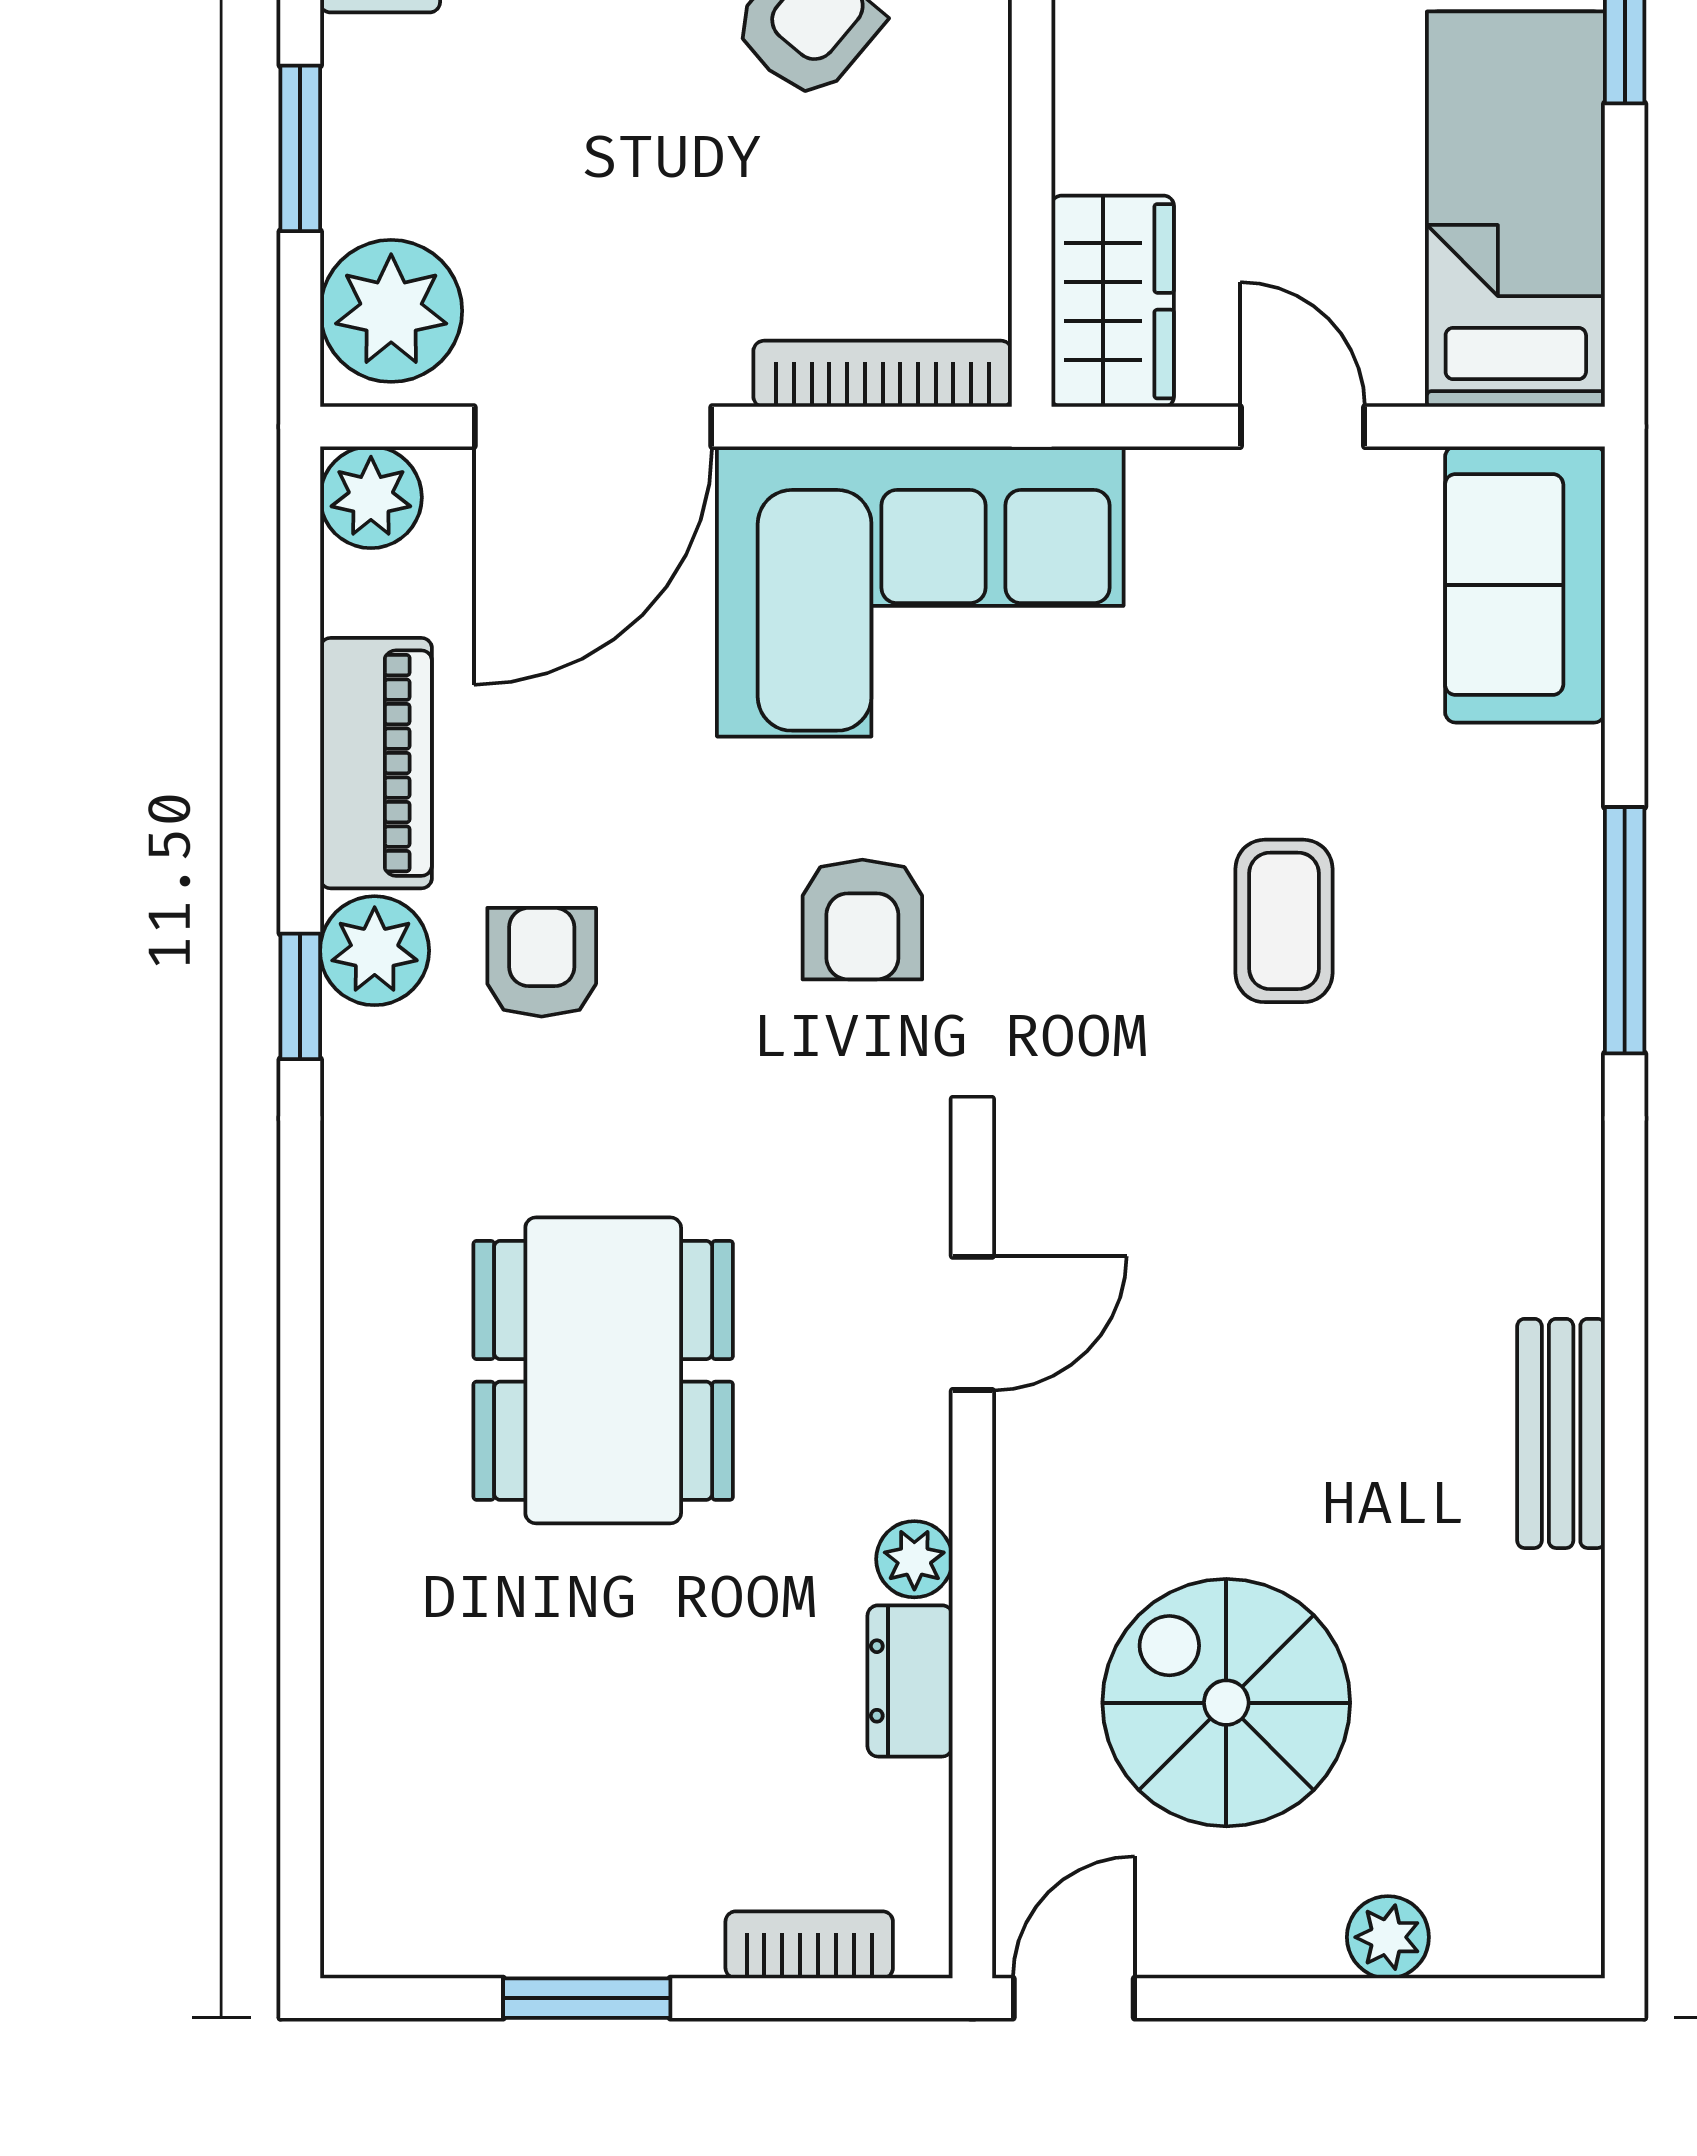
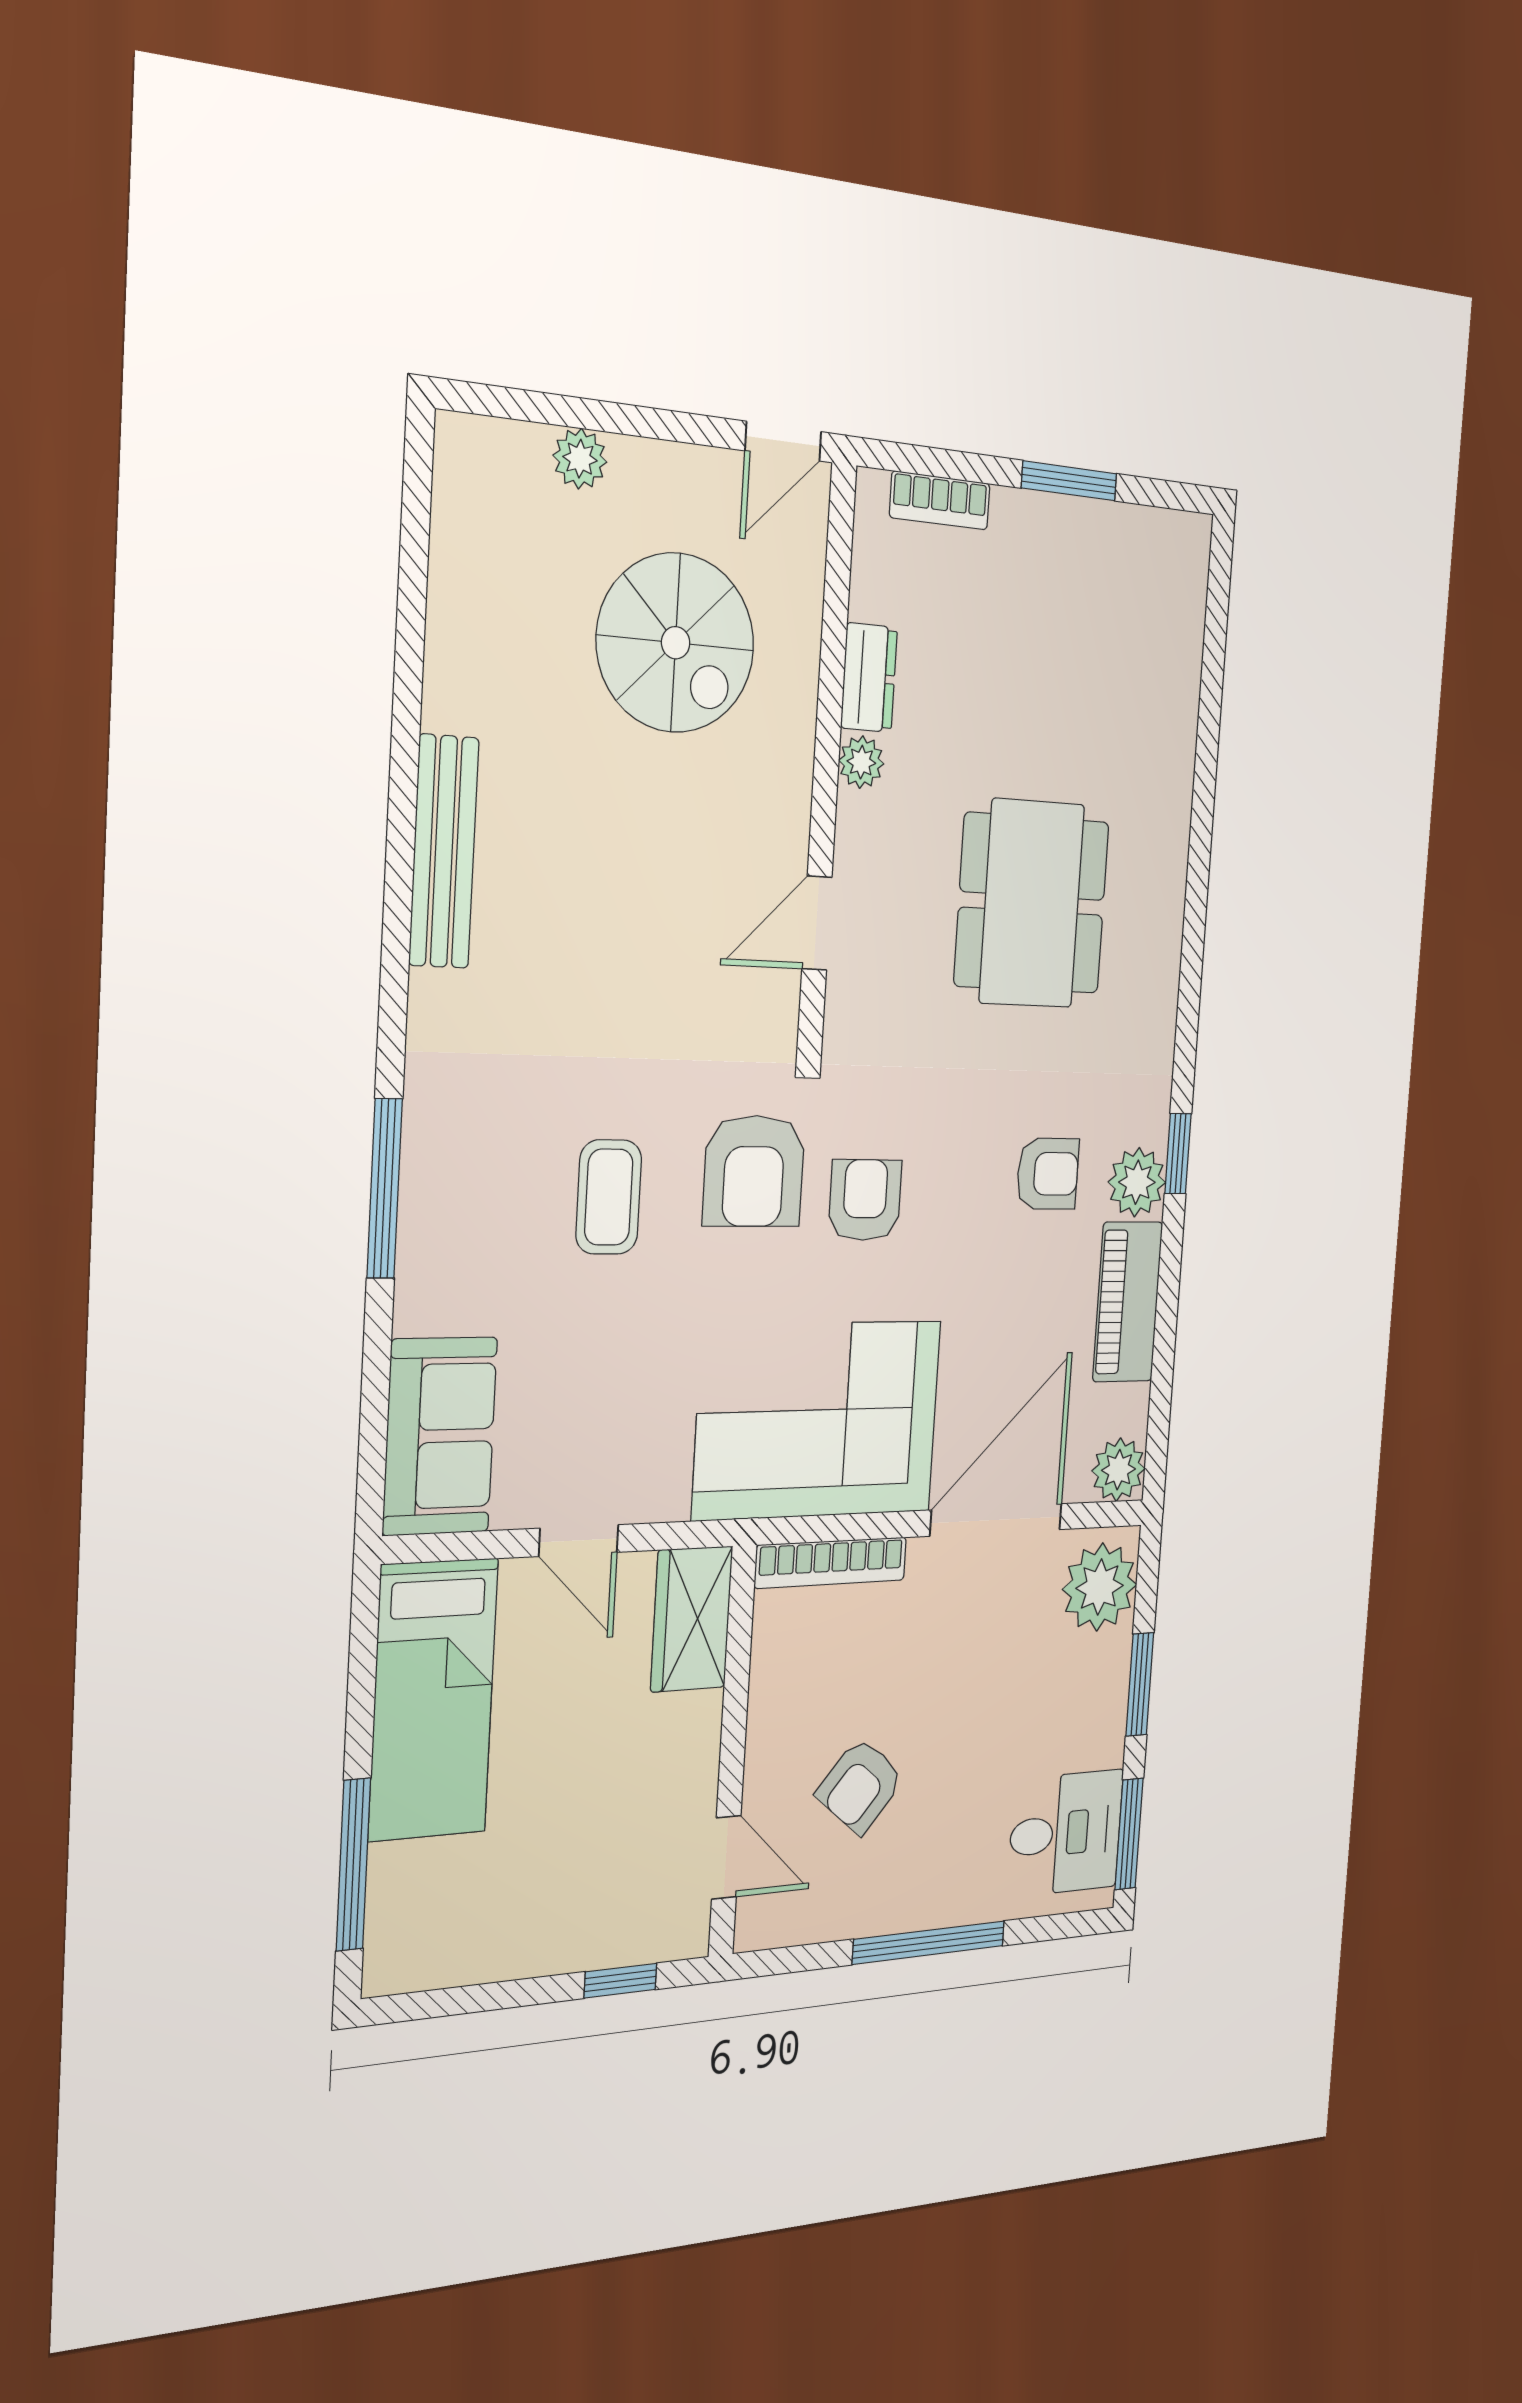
armchair: (1052, 961) -> (754, 1171), added
armchair: (542, 962) -> (1048, 1174), turned -90
bench: (1561, 1433) -> (444, 852), width x1.36

